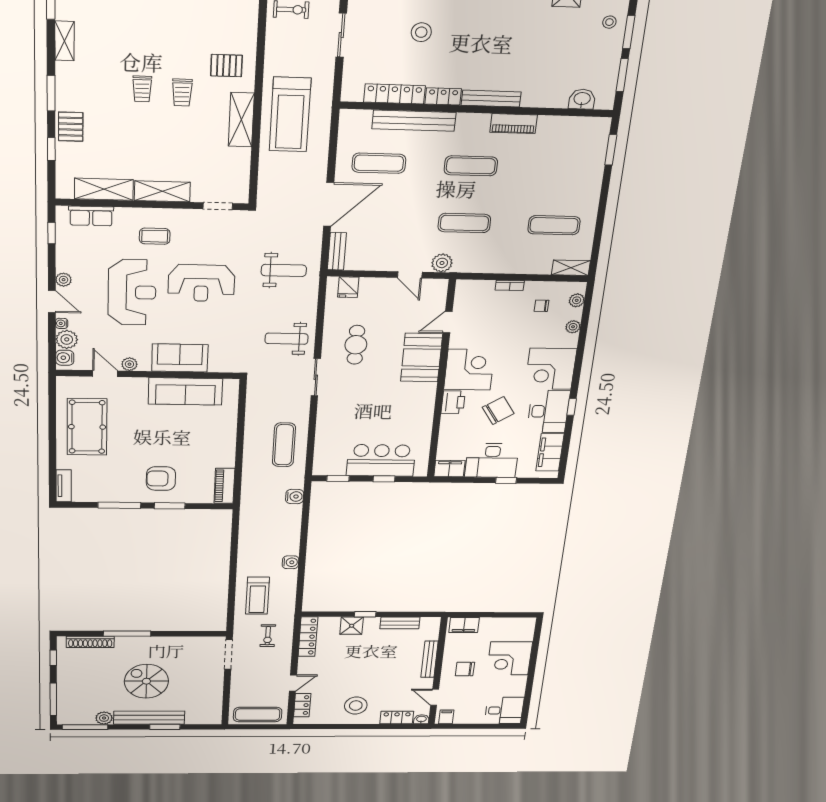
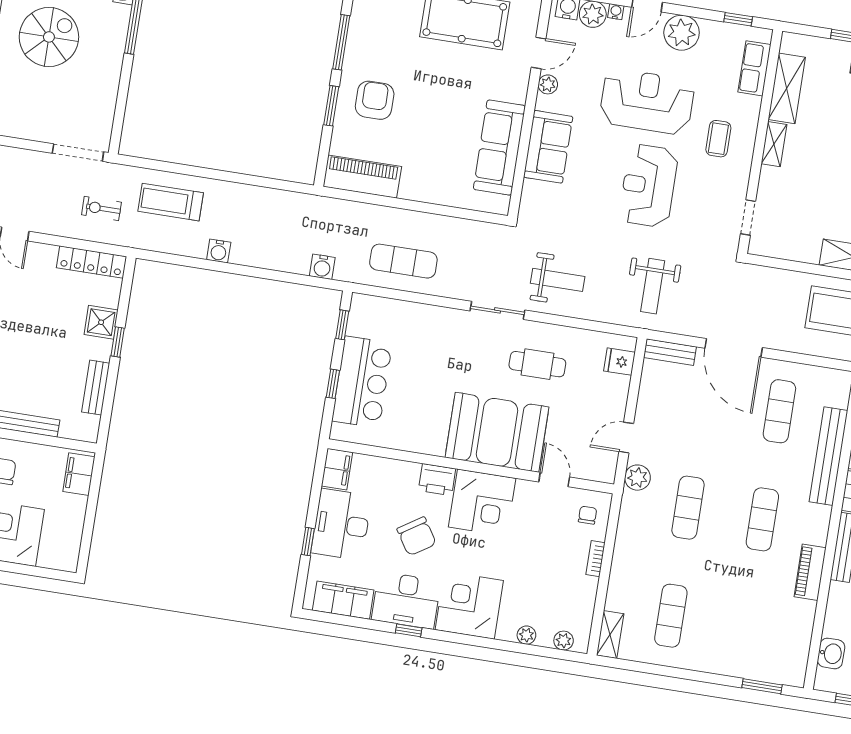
shelving: (162, 191) -> (774, 144), width x0.67, depth x0.75
plant: (64, 280) -> (682, 33), width x1.87, depth x1.87
reception desk: (132, 292) -> (647, 102), turned 180
chair: (541, 306) -> (588, 515), moved
weight bench: (286, 339) -> (558, 280), turned 90
booth: (422, 358) -> (497, 432), width x1.36, depth x1.42
piano: (224, 486) -> (362, 177), width x1.37, depth x1.33

